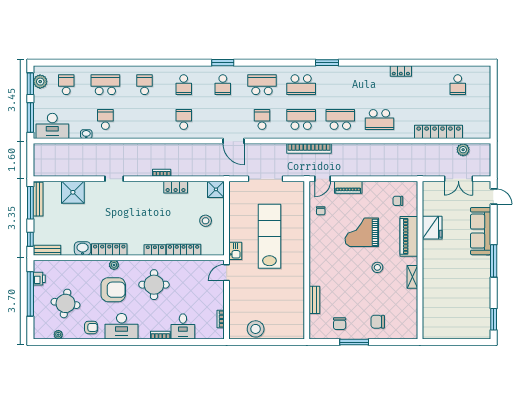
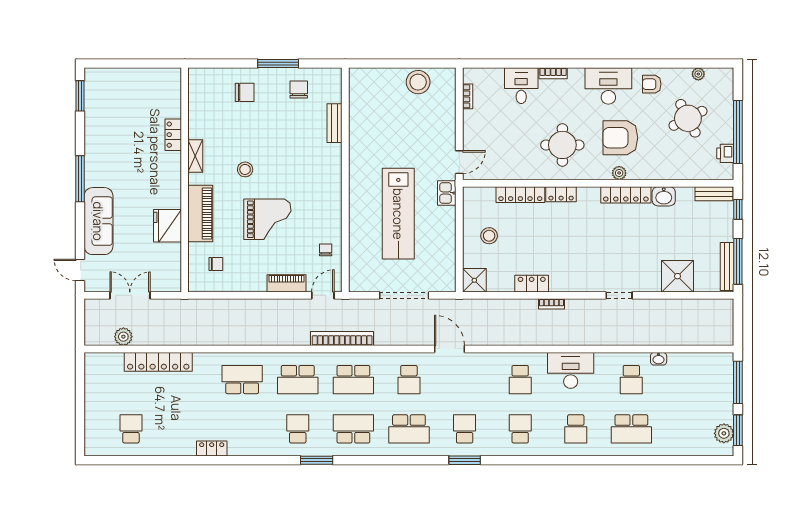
school desk: (66, 85) -> (298, 429), moved, turned 180
desk: (52, 126) -> (571, 370), moved
locker: (428, 292) -> (173, 135), added
round table: (66, 303) -> (688, 118), turned -36

